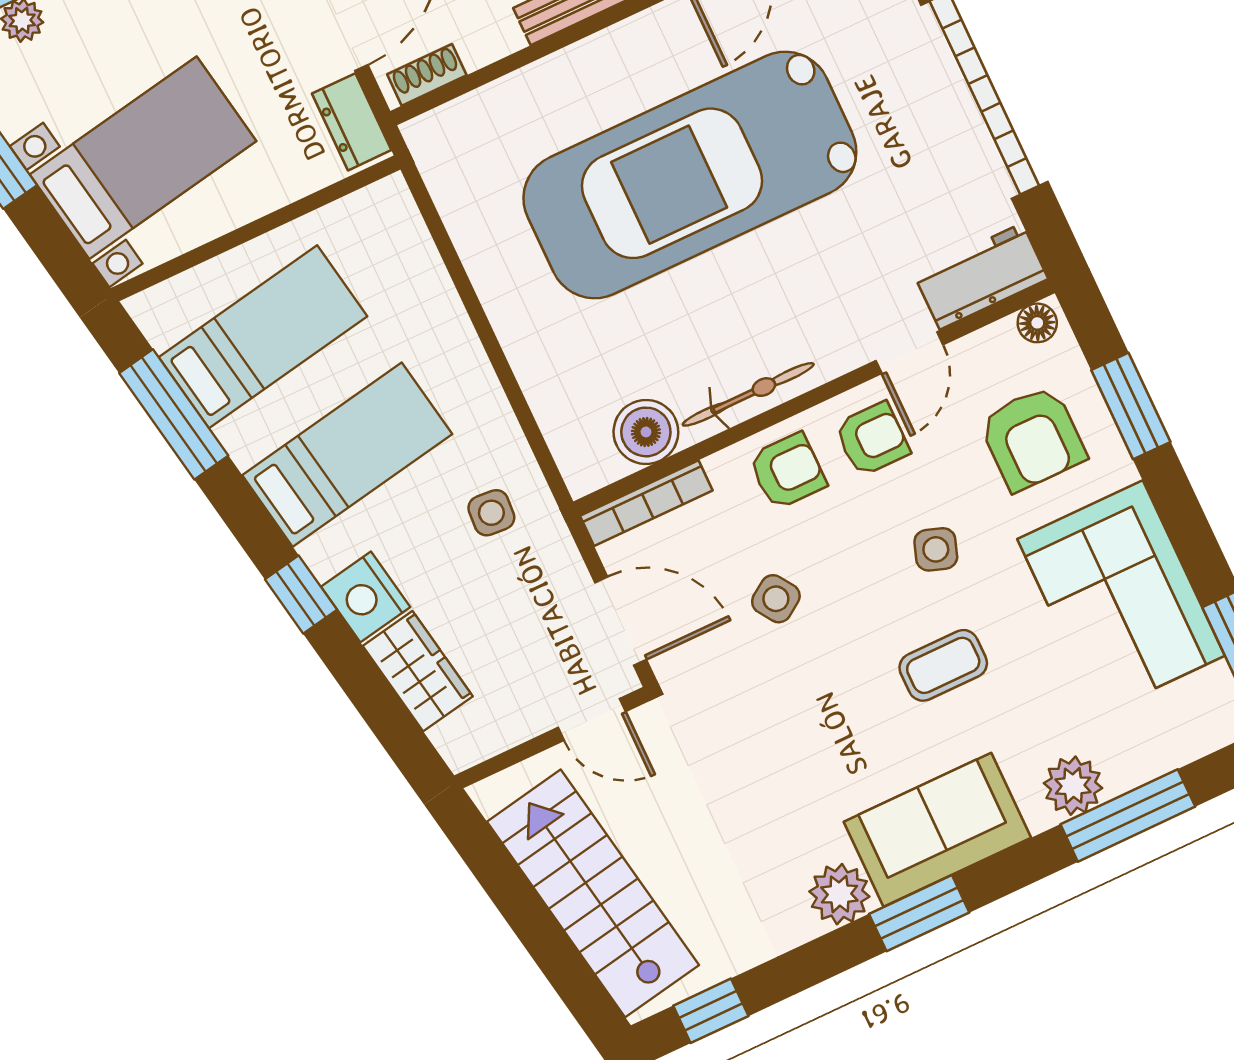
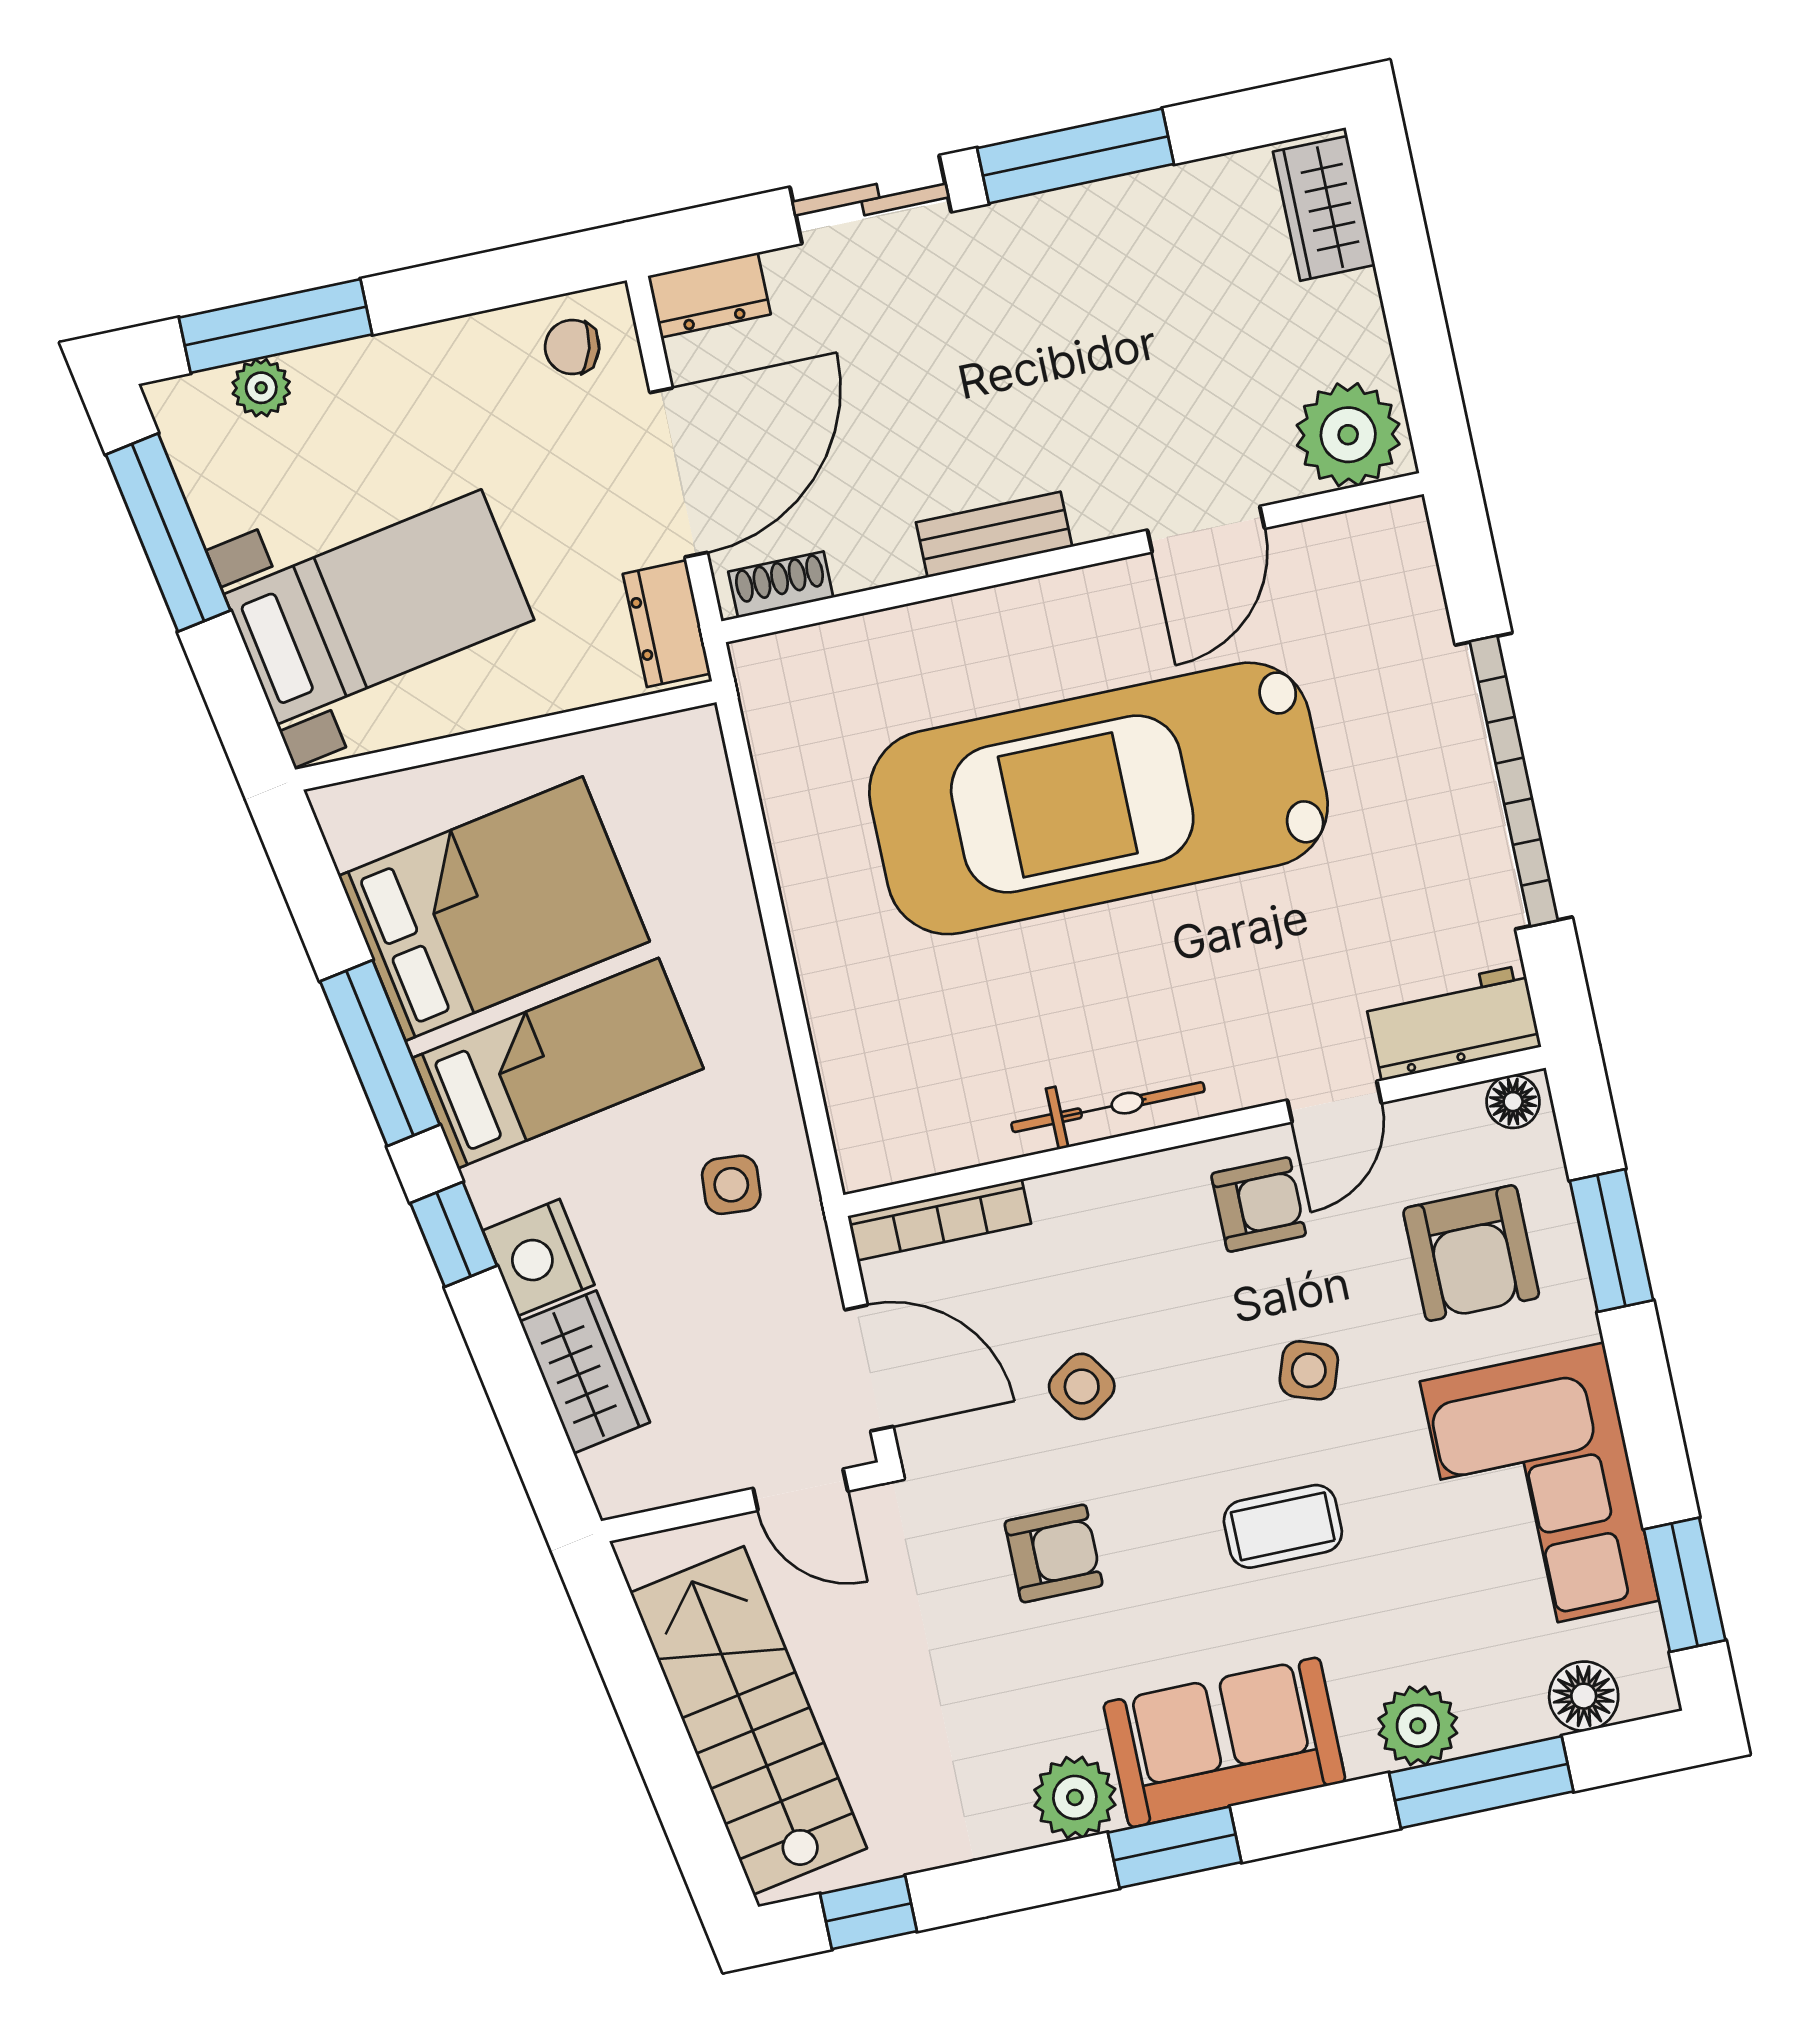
bed: (263, 337) -> (494, 909), width x1.50
window: (174, 414) -> (380, 1053), moved
boiler: (646, 432) -> (961, 1125), removed
armchair: (787, 471) -> (1054, 1553), moved
floor lamp: (1187, 737) -> (1584, 1696), added

